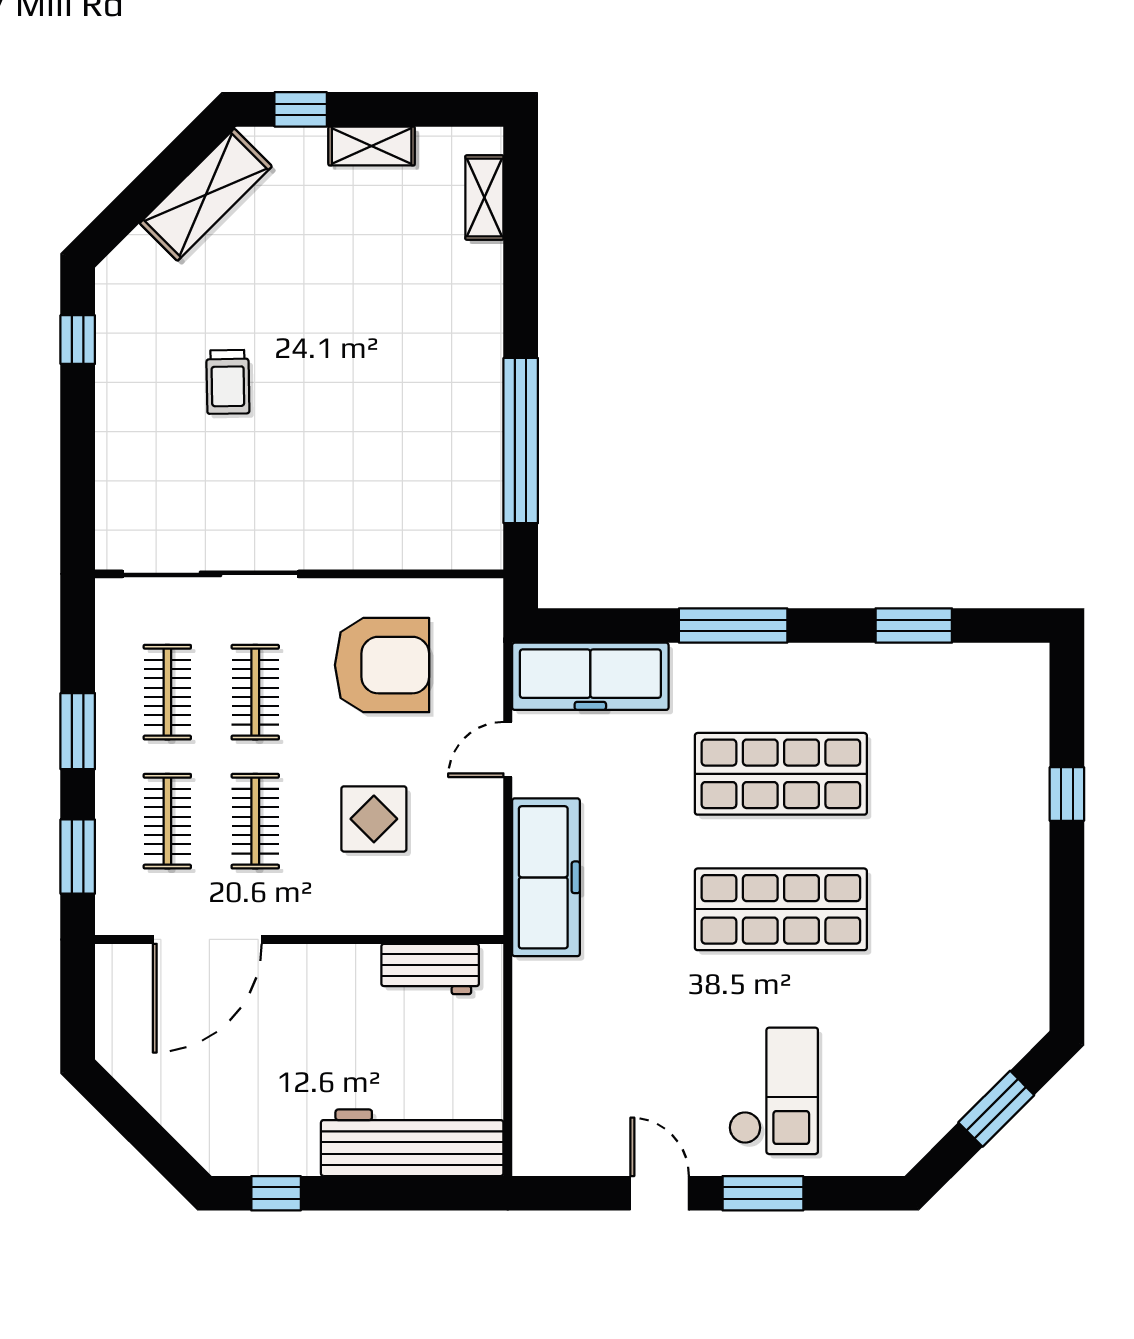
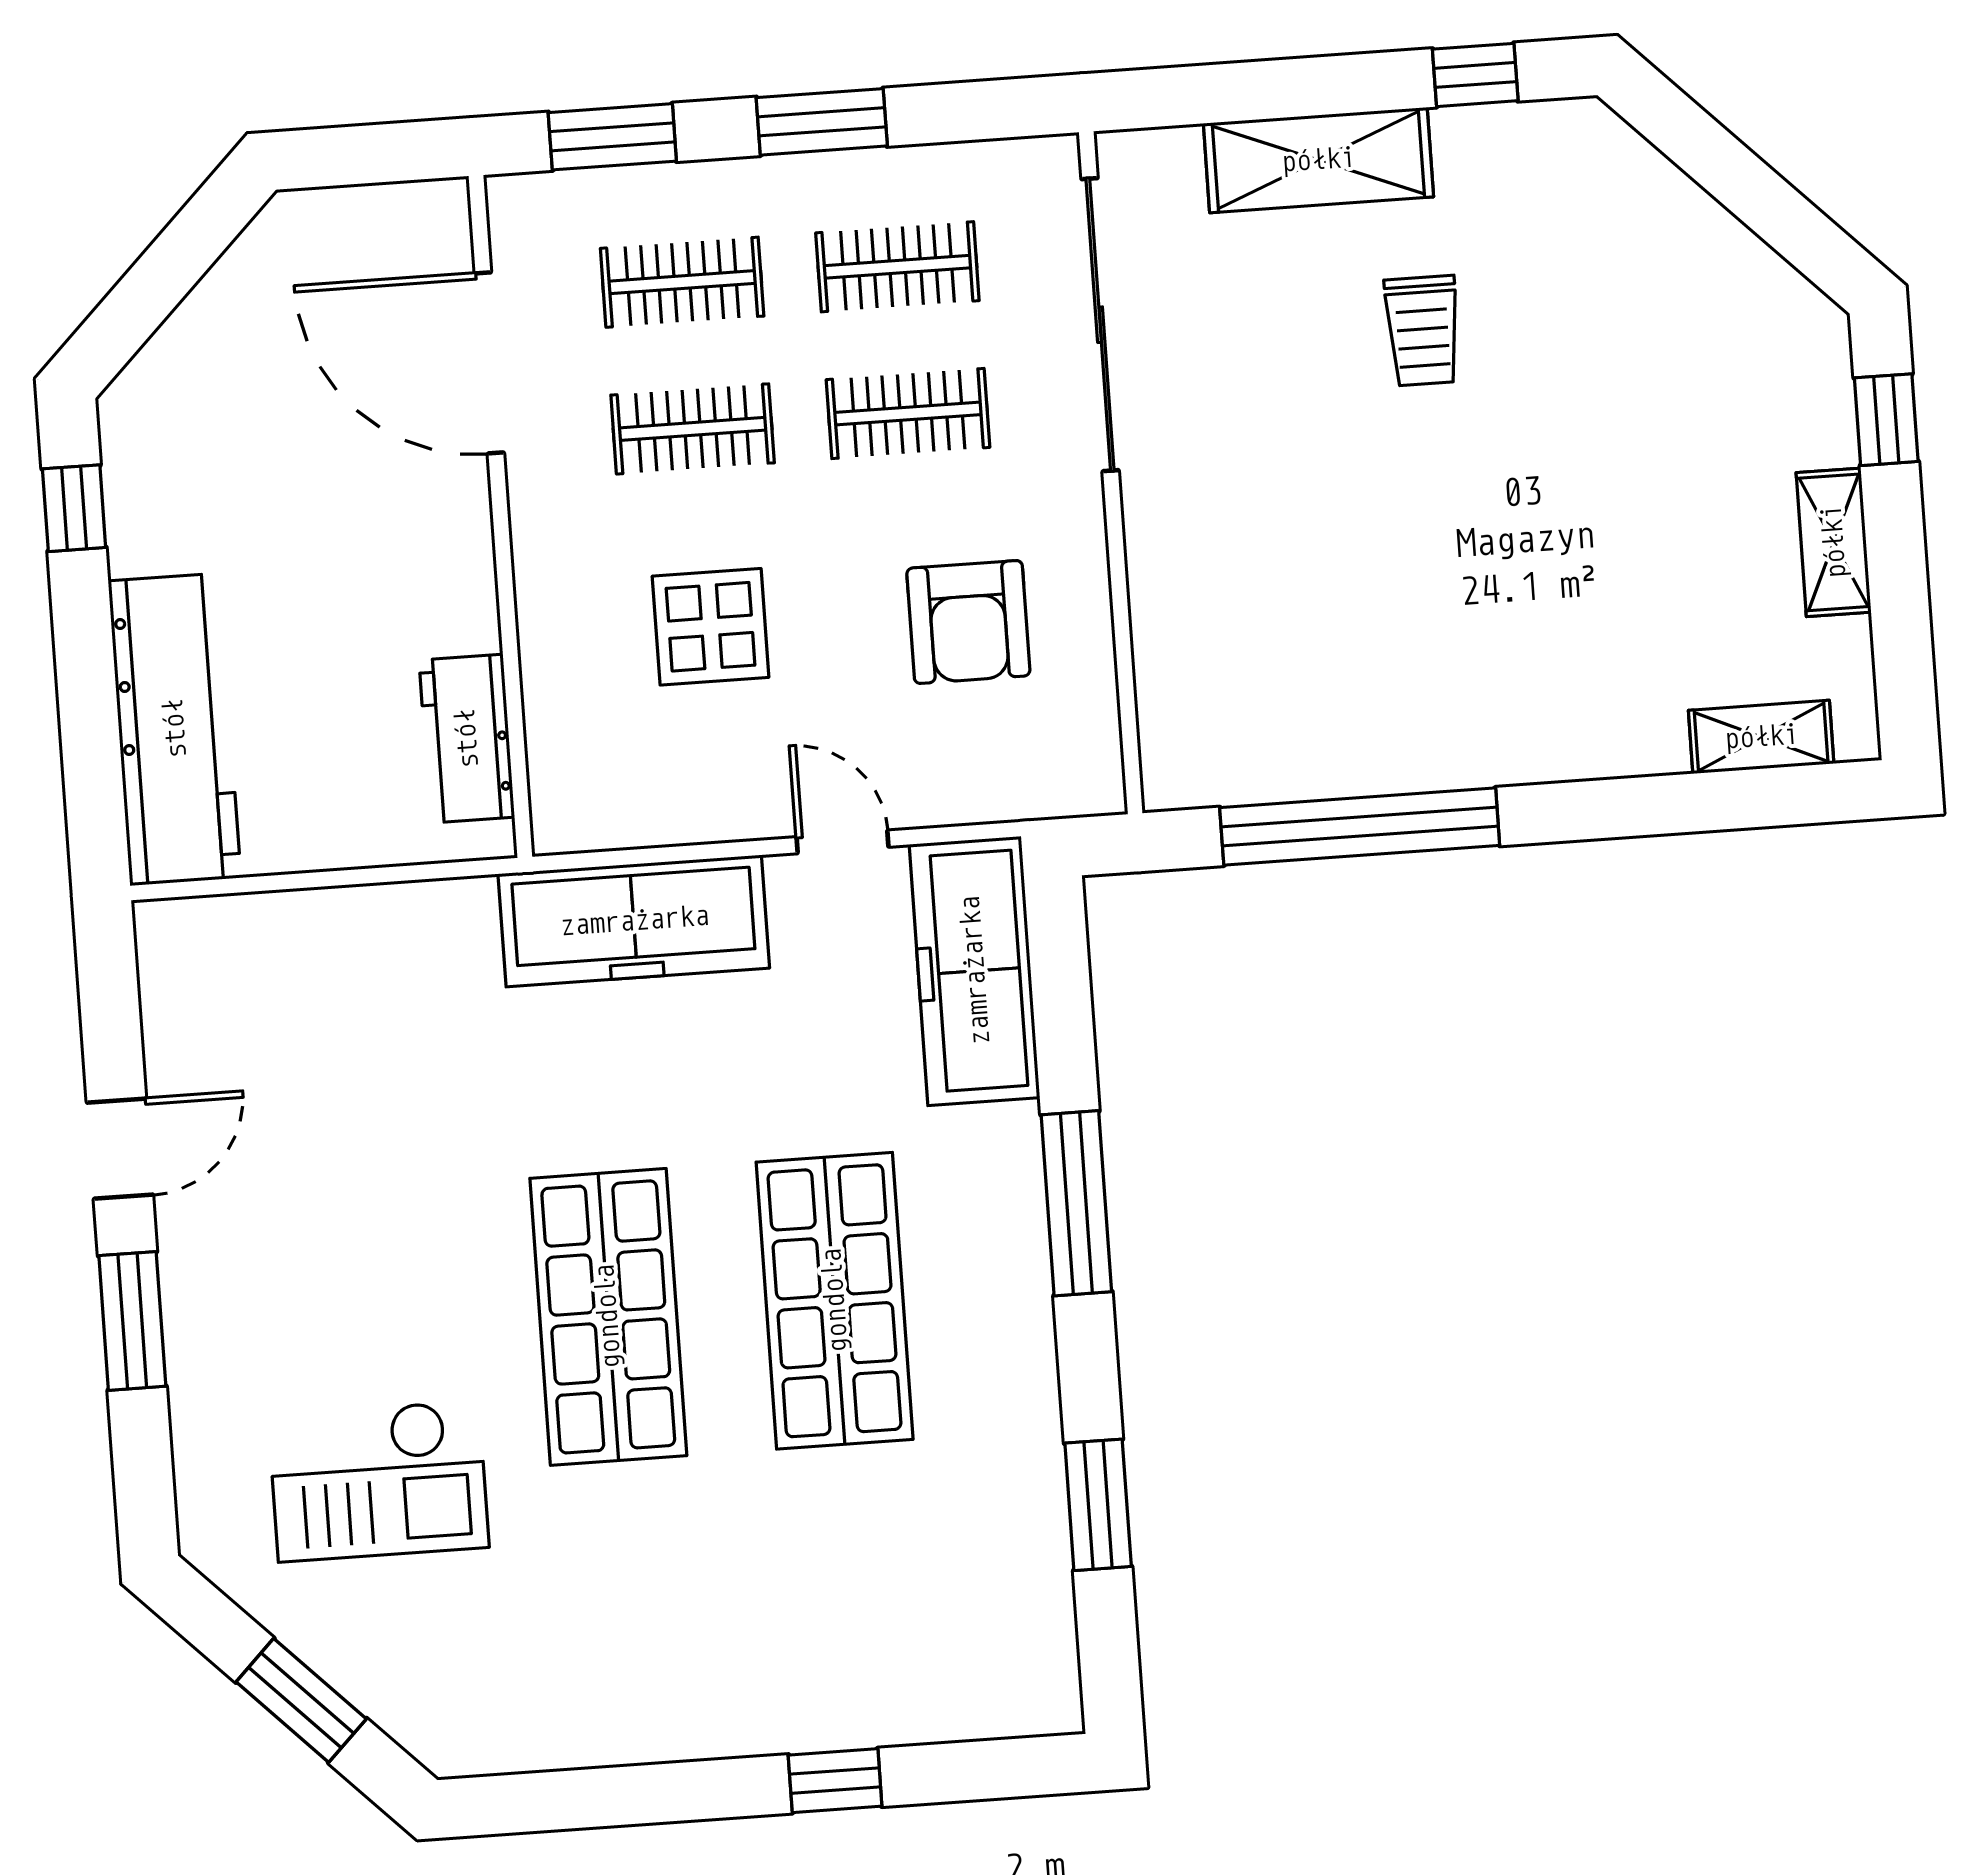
shelving: (206, 195) -> (1318, 160), moved, turned -45
trolley: (228, 382) -> (1423, 331), turned -89
armchair: (382, 665) -> (968, 622), width x0.73, depth x0.73
checkout: (773, 1091) -> (378, 1481), moved

